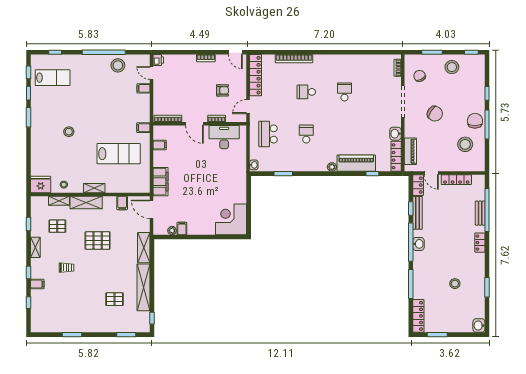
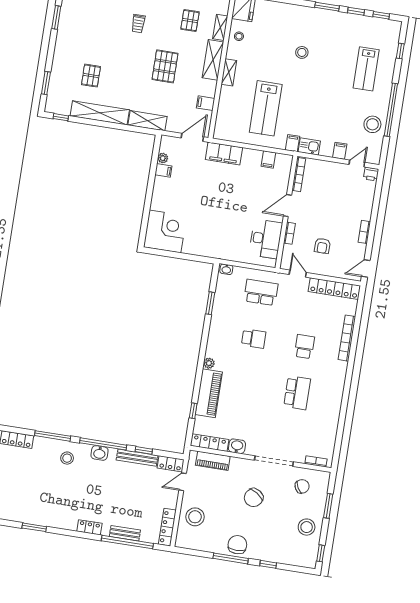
lab bench: (53, 78) -> (366, 69), moved
school desk: (344, 92) -> (297, 393), width x1.85
kitchen sink: (144, 114) -> (309, 147), added
chair: (475, 121) -> (237, 545), turned -90
stool: (465, 144) -> (195, 517), moved
locker: (456, 180) -> (167, 527), moved
stool: (455, 284) -> (67, 458), moved

